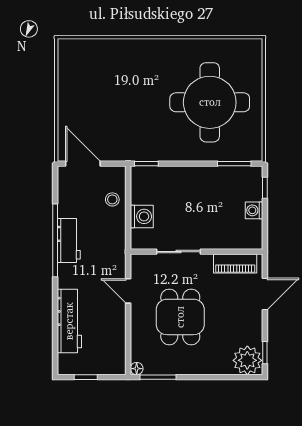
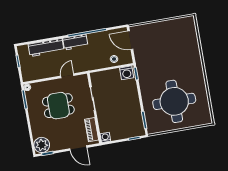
door: (83, 164) -> (130, 40), swing flipped
washing machine: (254, 210) -> (105, 137), moved
washing machine: (142, 216) -> (127, 73), moved
workbench: (69, 241) -> (75, 42), moved

